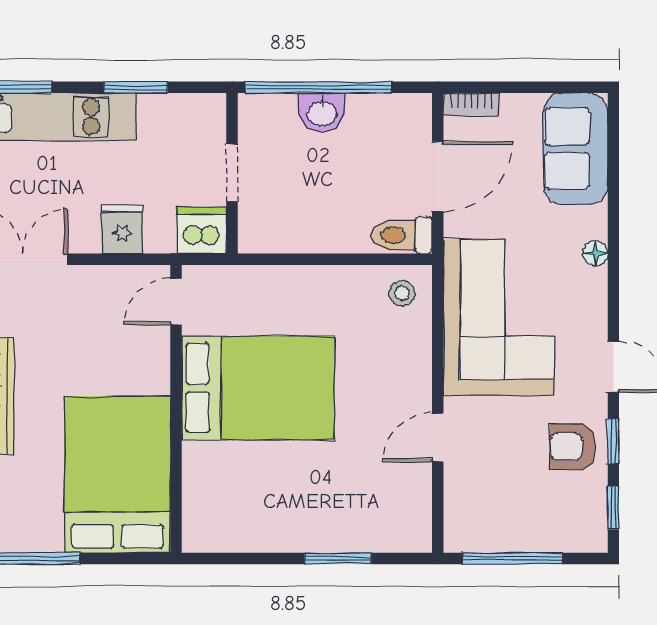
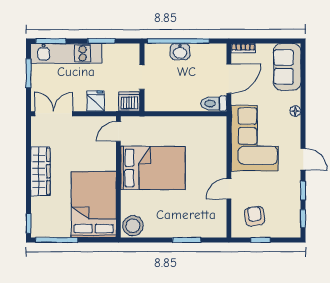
stool: (402, 293) -> (133, 226), moved, width x1.89, depth x1.89
armchair: (572, 447) -> (255, 216), moved, turned 82
window: (512, 558) -> (260, 240), width x0.46

